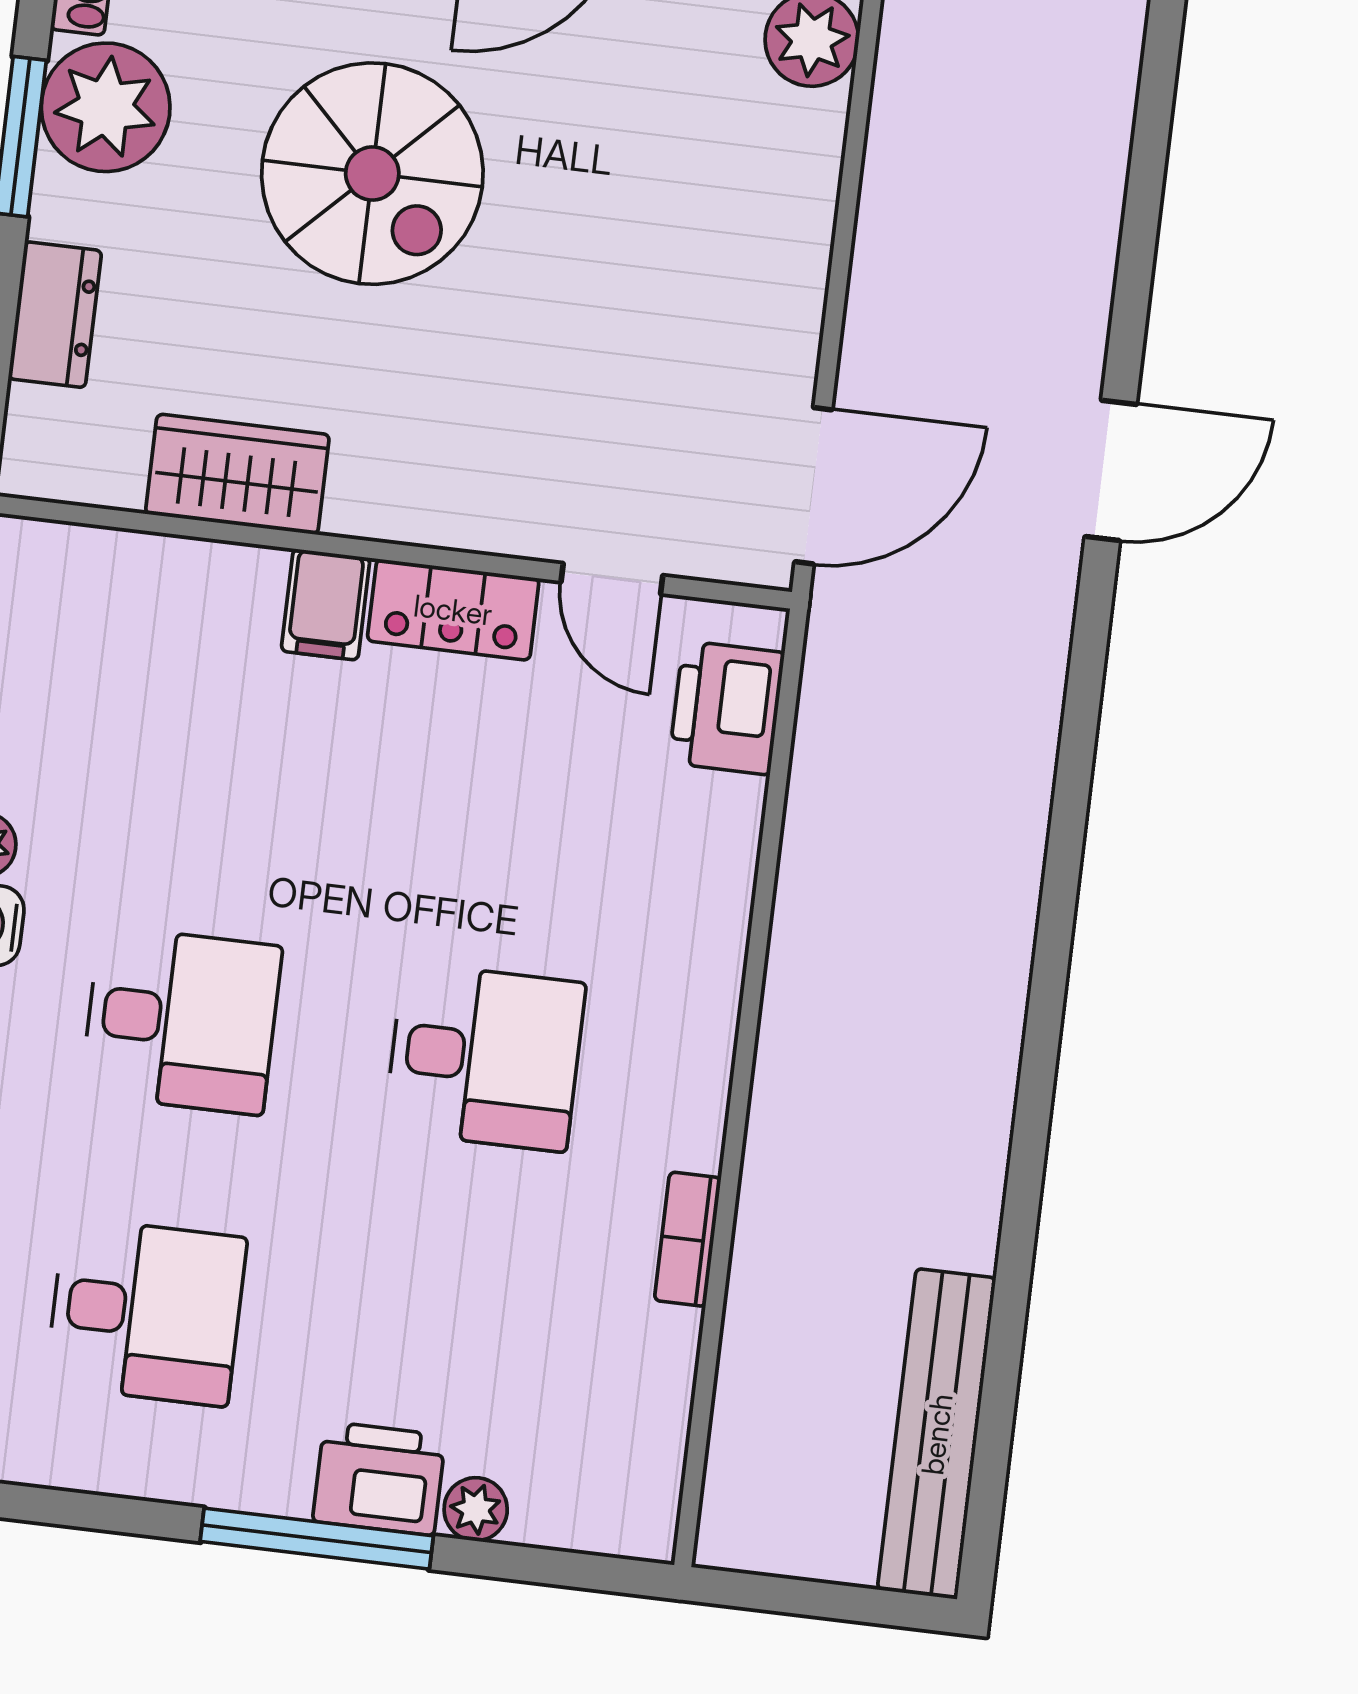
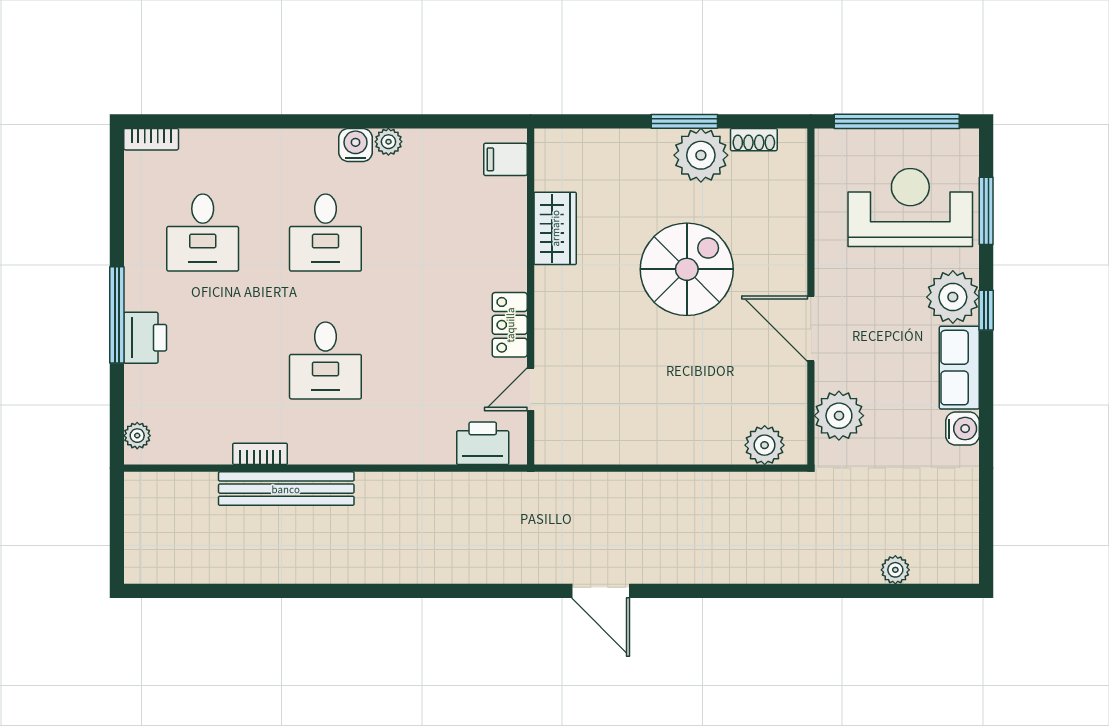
spiral stairs: (372, 174) -> (687, 269), turned 180
dresser: (55, 315) -> (612, 145), removed
door: (813, 486) -> (579, 468), removed
filing cabinet: (326, 604) -> (505, 159), moved
bench: (937, 1434) -> (286, 489), moved
plant: (476, 1509) -> (137, 436), moved

